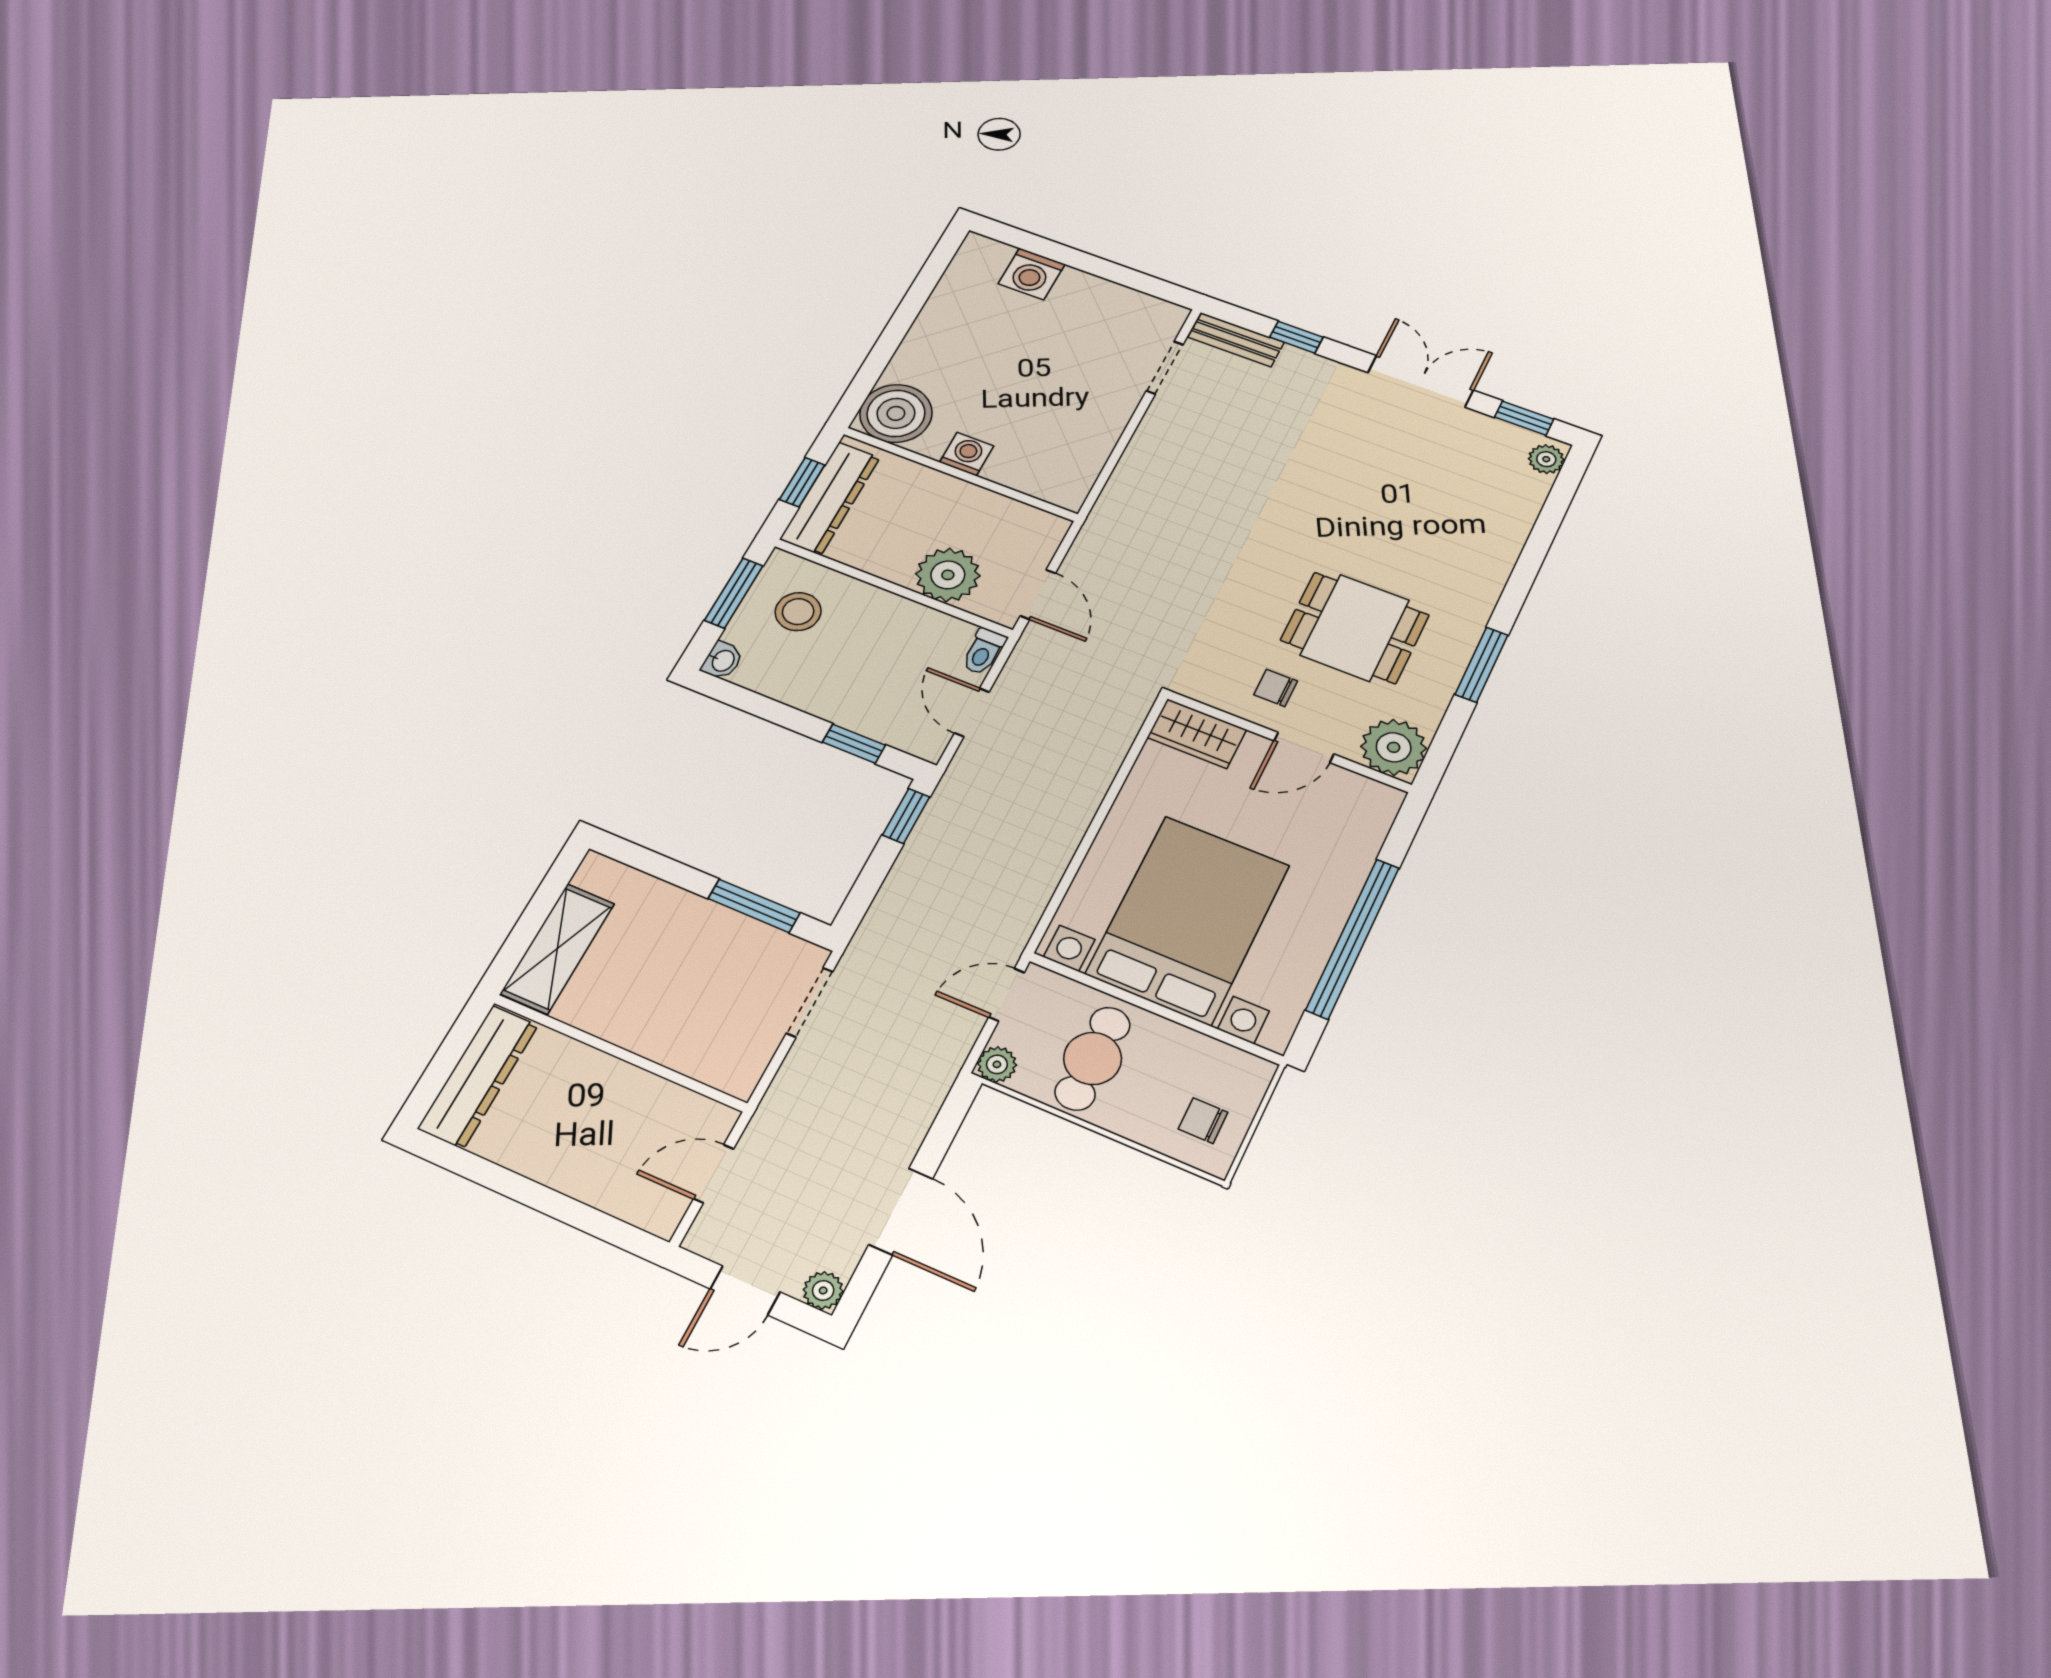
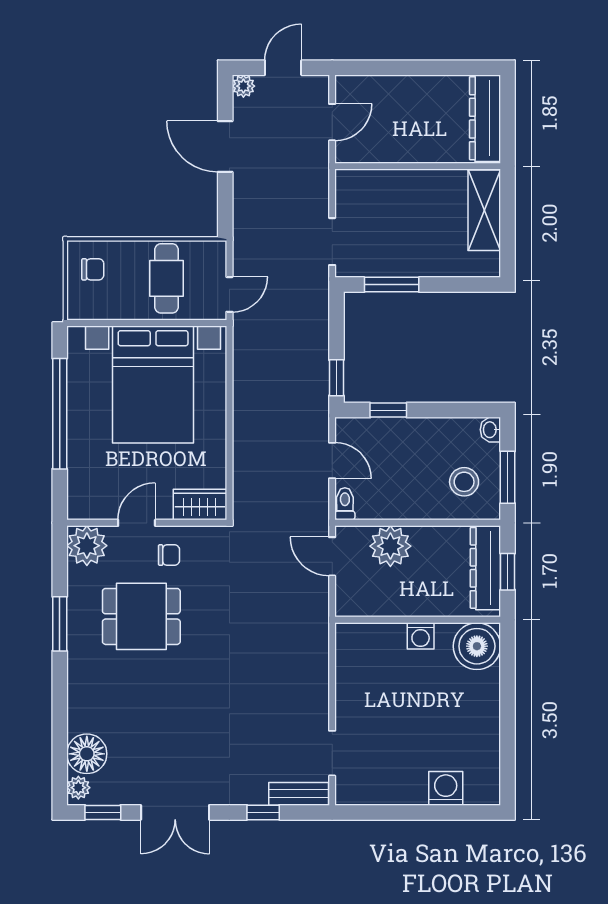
floor lamp: (1515, 494) -> (87, 754), added
plant: (997, 1064) -> (215, 252), removed

